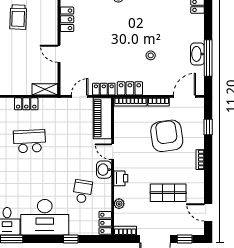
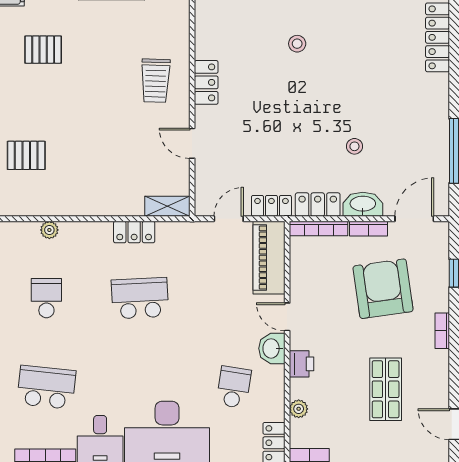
trolley: (18, 17) -> (155, 81), moved
washbasin: (197, 54) -> (363, 204), moved, turned 90
shop shelf: (168, 193) -> (386, 389), turned 90

